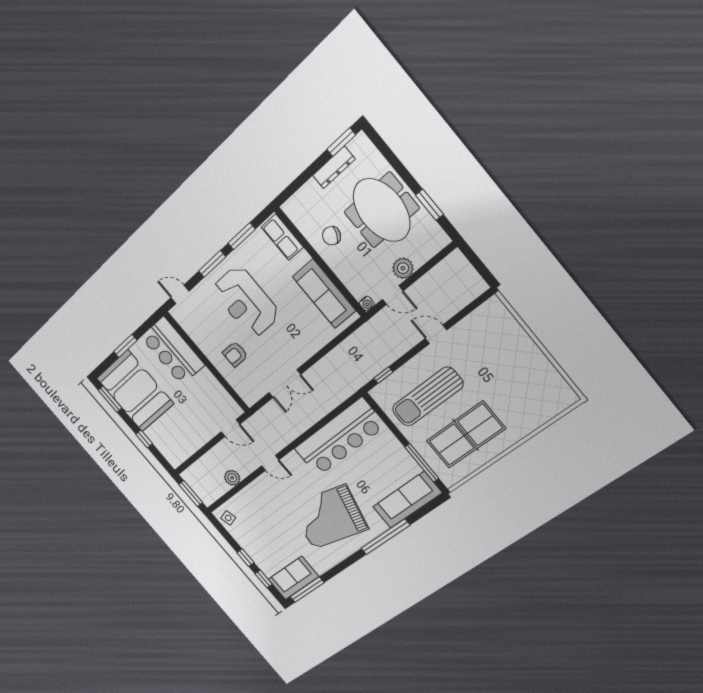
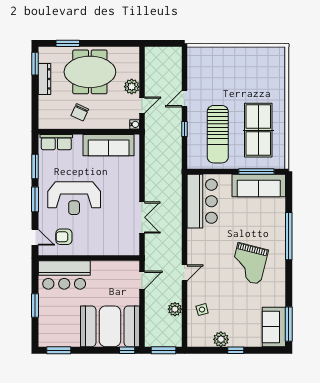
window: (429, 205) -> (68, 43), moved
door: (180, 294) -> (35, 237), swing flipped
armchair: (235, 354) -> (64, 237), moved, turned 90
window: (383, 375) -> (184, 129), moved
booth: (135, 391) -> (110, 326), moved
bar counter: (340, 437) -> (202, 201), width x0.73
window: (144, 439) -> (127, 350), moved
sofa: (407, 500) -> (259, 186), moved, turned -90
grand piano: (329, 517) -> (249, 263), width x0.73, depth x0.68
side table: (228, 518) -> (202, 310), moved
plant: (243, 538) -> (221, 339), added
window: (264, 579) -> (260, 350), removed

